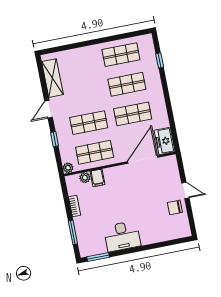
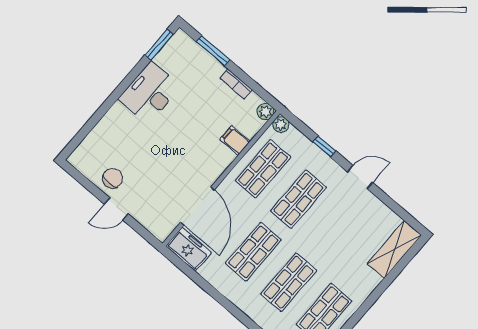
shelving: (52, 78) -> (394, 249), moved, turned 90
door: (49, 109) -> (360, 177), hinge flipped
plant: (85, 178) -> (265, 112), moved

